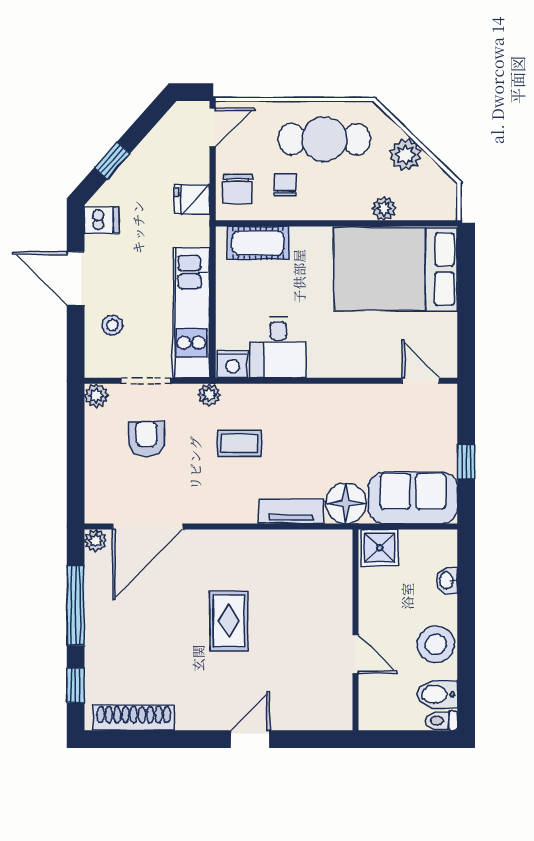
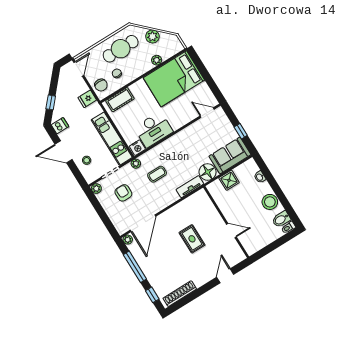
desk: (278, 347) -> (153, 130), width x1.37
wall: (355, 630) -> (226, 222), moved
door: (355, 654) -> (231, 231), moved

